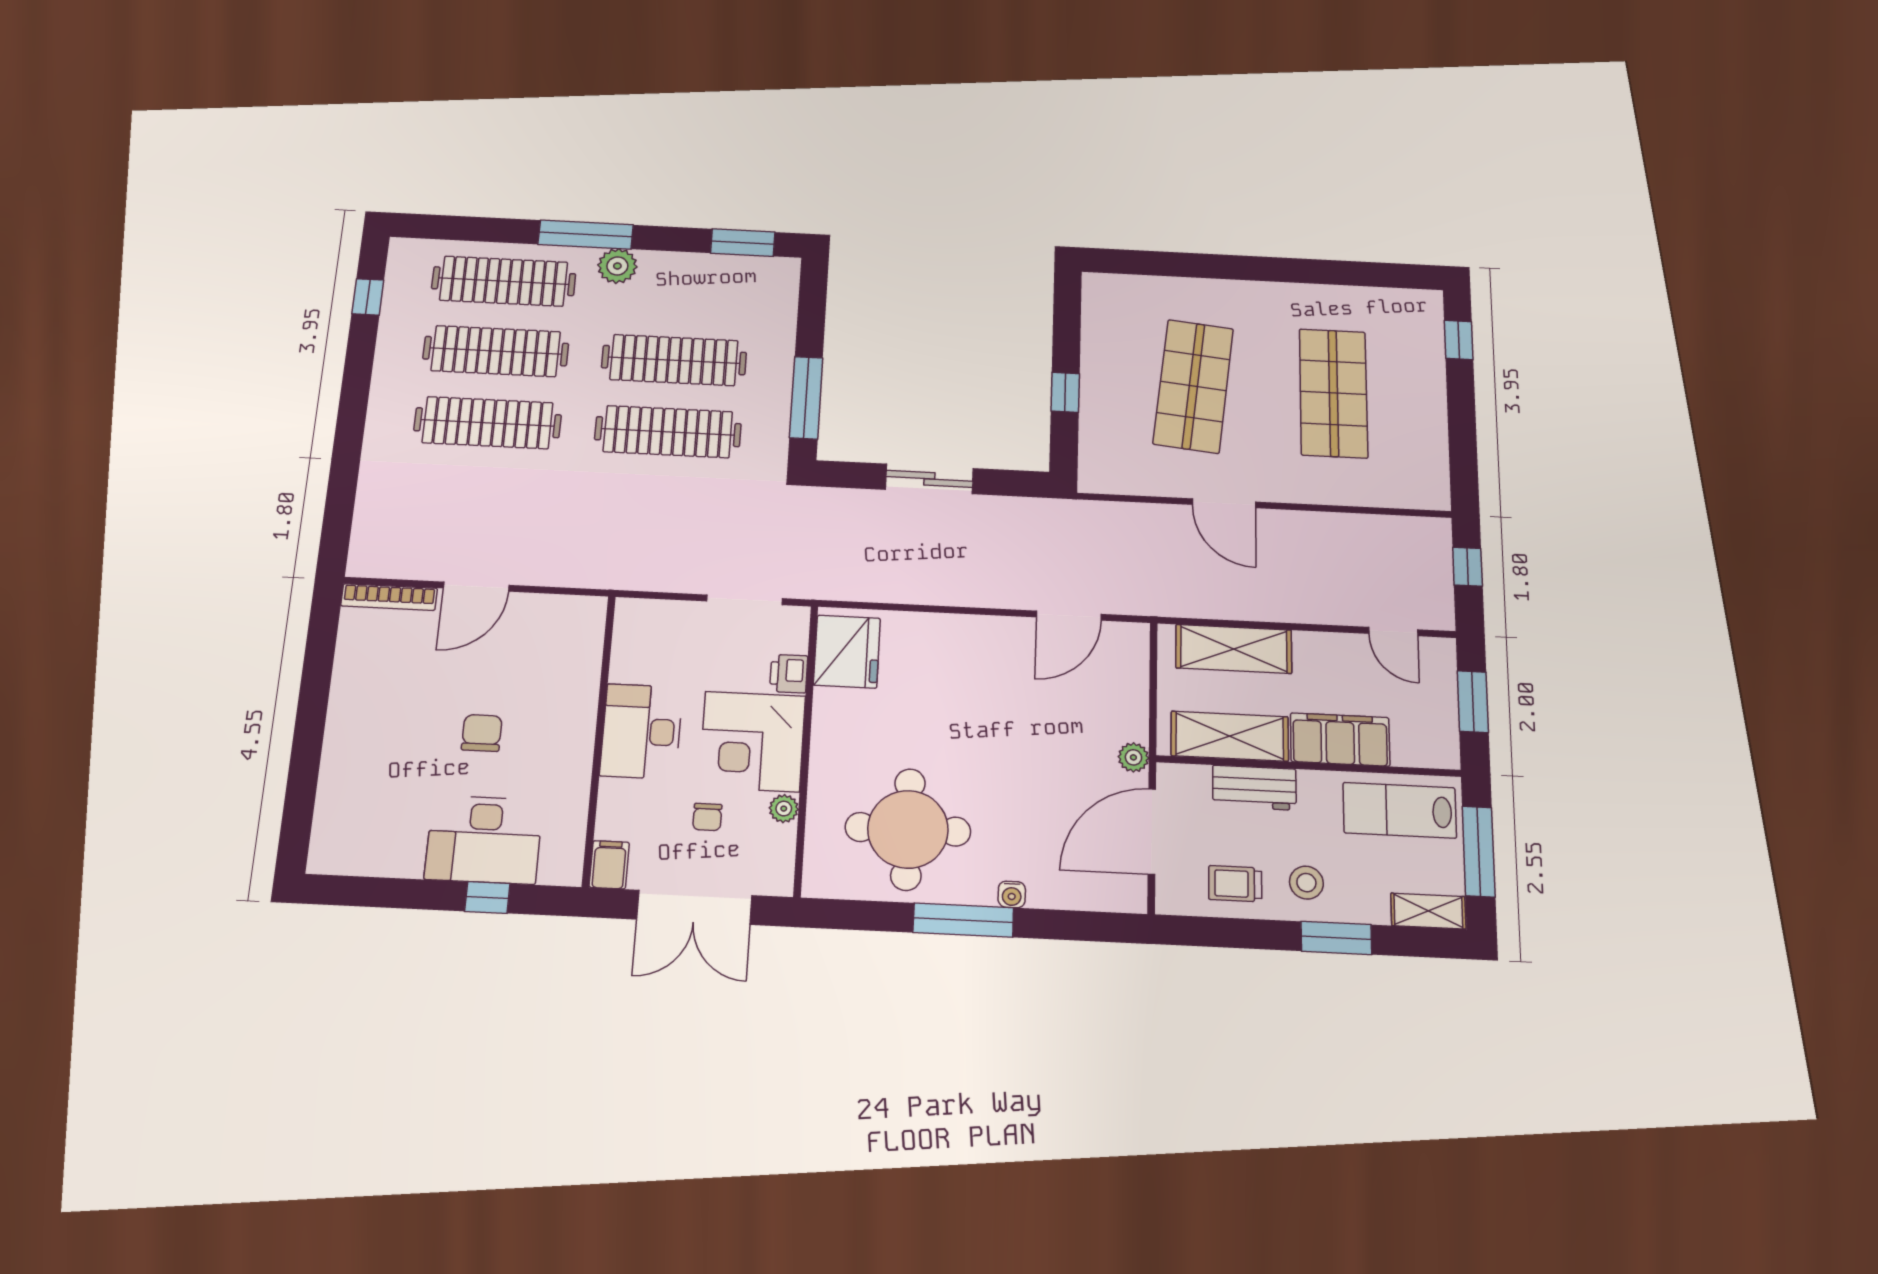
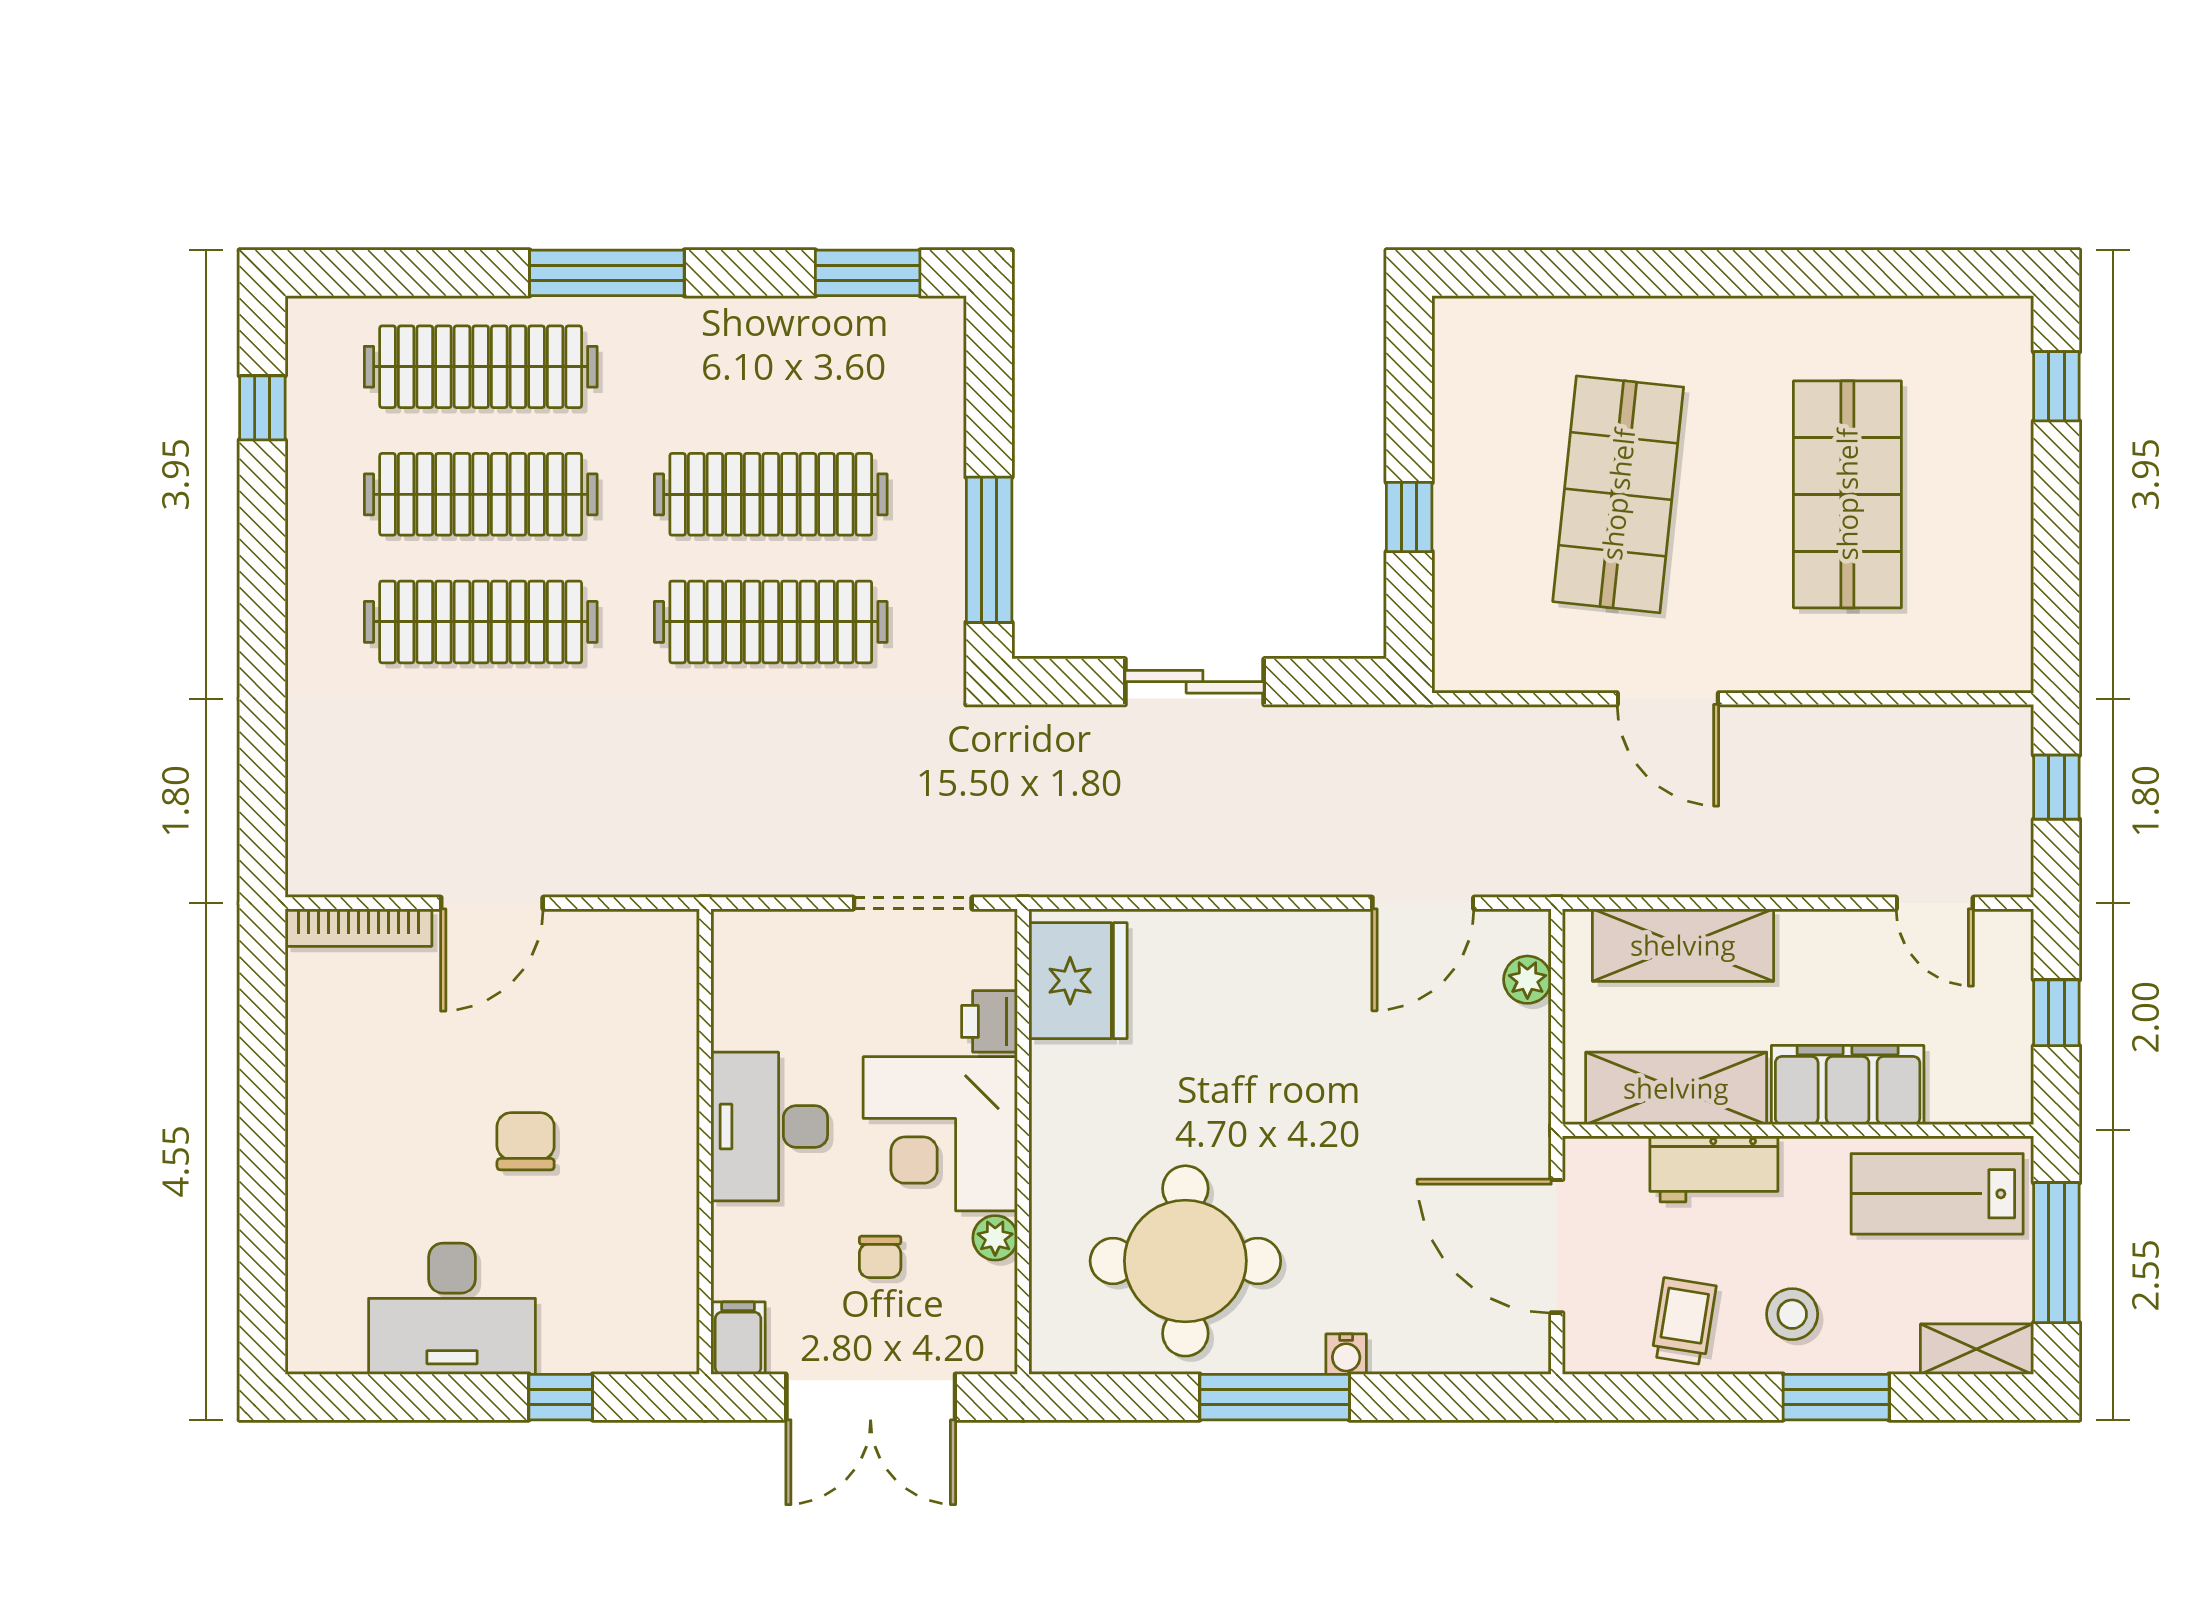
plant: (617, 266) -> (664, 328), removed
window: (1473, 702) -> (2056, 1013), width x0.67
plant: (1133, 757) -> (1527, 980), moved
door: (1152, 832) -> (1557, 1246), hinge flipped
desk: (484, 840) -> (452, 1309), moved
trolley: (1235, 884) -> (1684, 1321), turned 99

